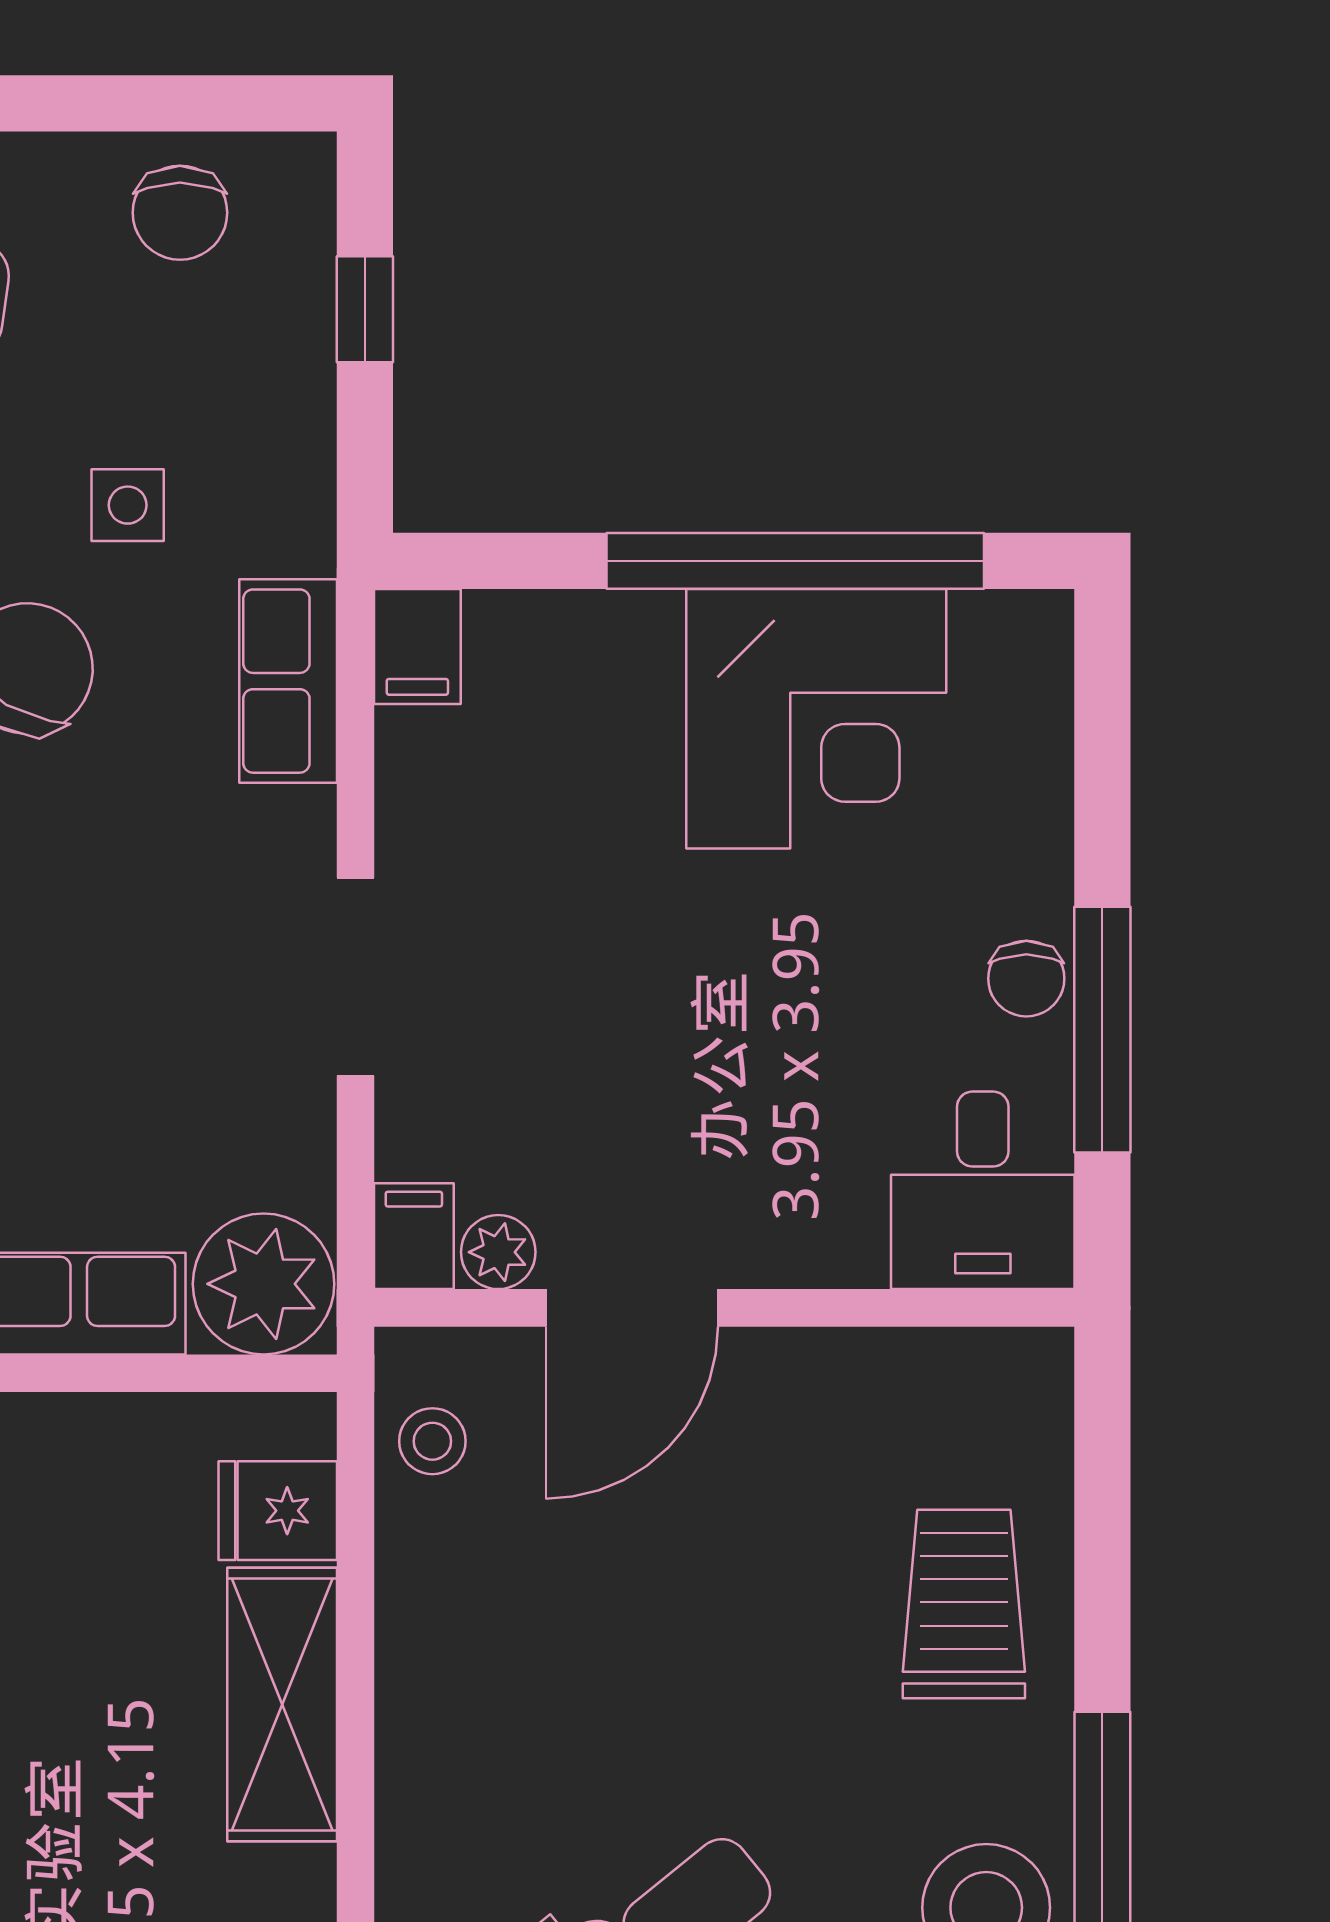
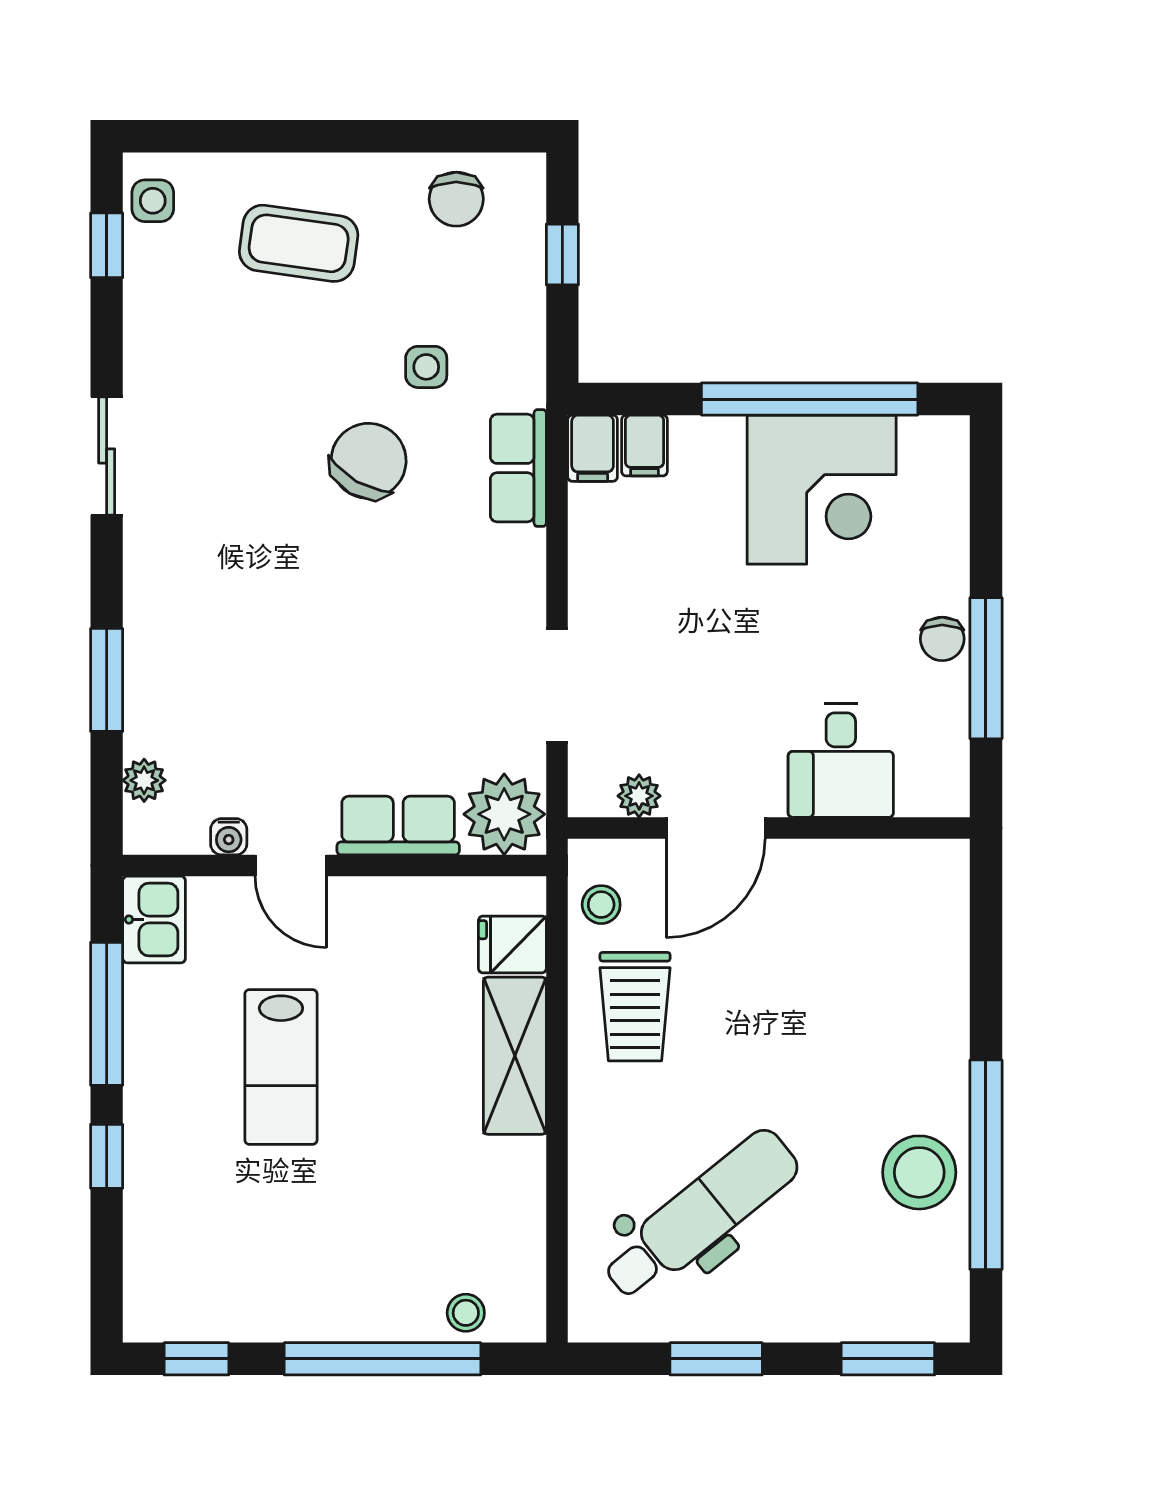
doorway: (355, 977) -> (557, 685), moved
desk: (983, 1190) -> (841, 760), moved
filing cabinet: (414, 1236) -> (644, 446), moved, turned 180
trolley: (964, 1604) -> (635, 1007), moved, turned 180

